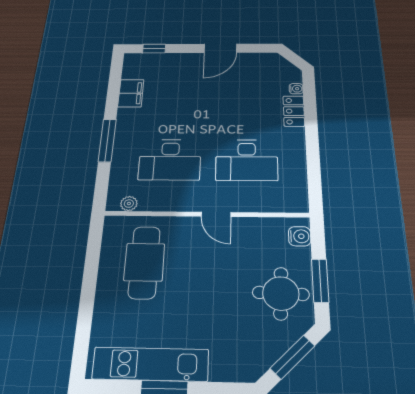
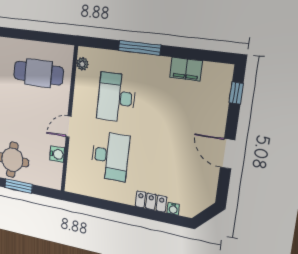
desk: (247, 160) -> (110, 156), turned 180
water cooler: (300, 236) -> (57, 154), moved, turned -90

